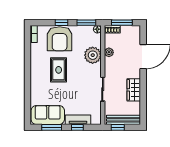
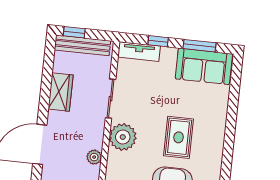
plant: (93, 55) -> (123, 137), moved
tv unit: (78, 120) -> (139, 52), moved
window: (118, 127) -> (74, 32), moved

